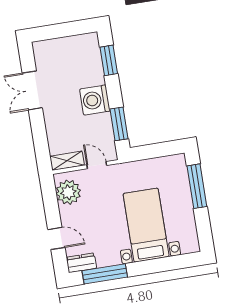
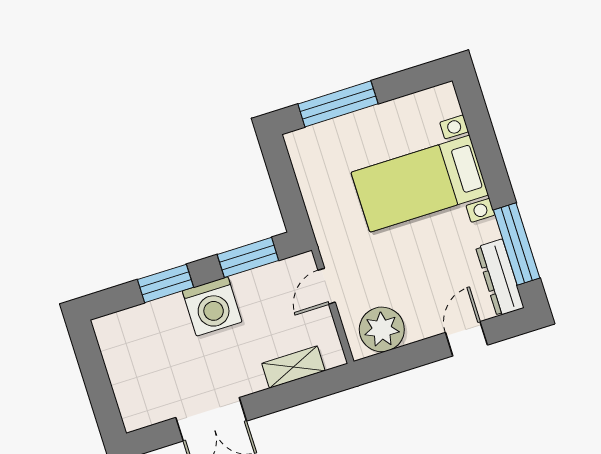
window: (109, 60) -> (166, 283), moved
shelving: (67, 161) -> (293, 367), moved, turned 90
dresser: (81, 263) -> (500, 278), width x1.44

